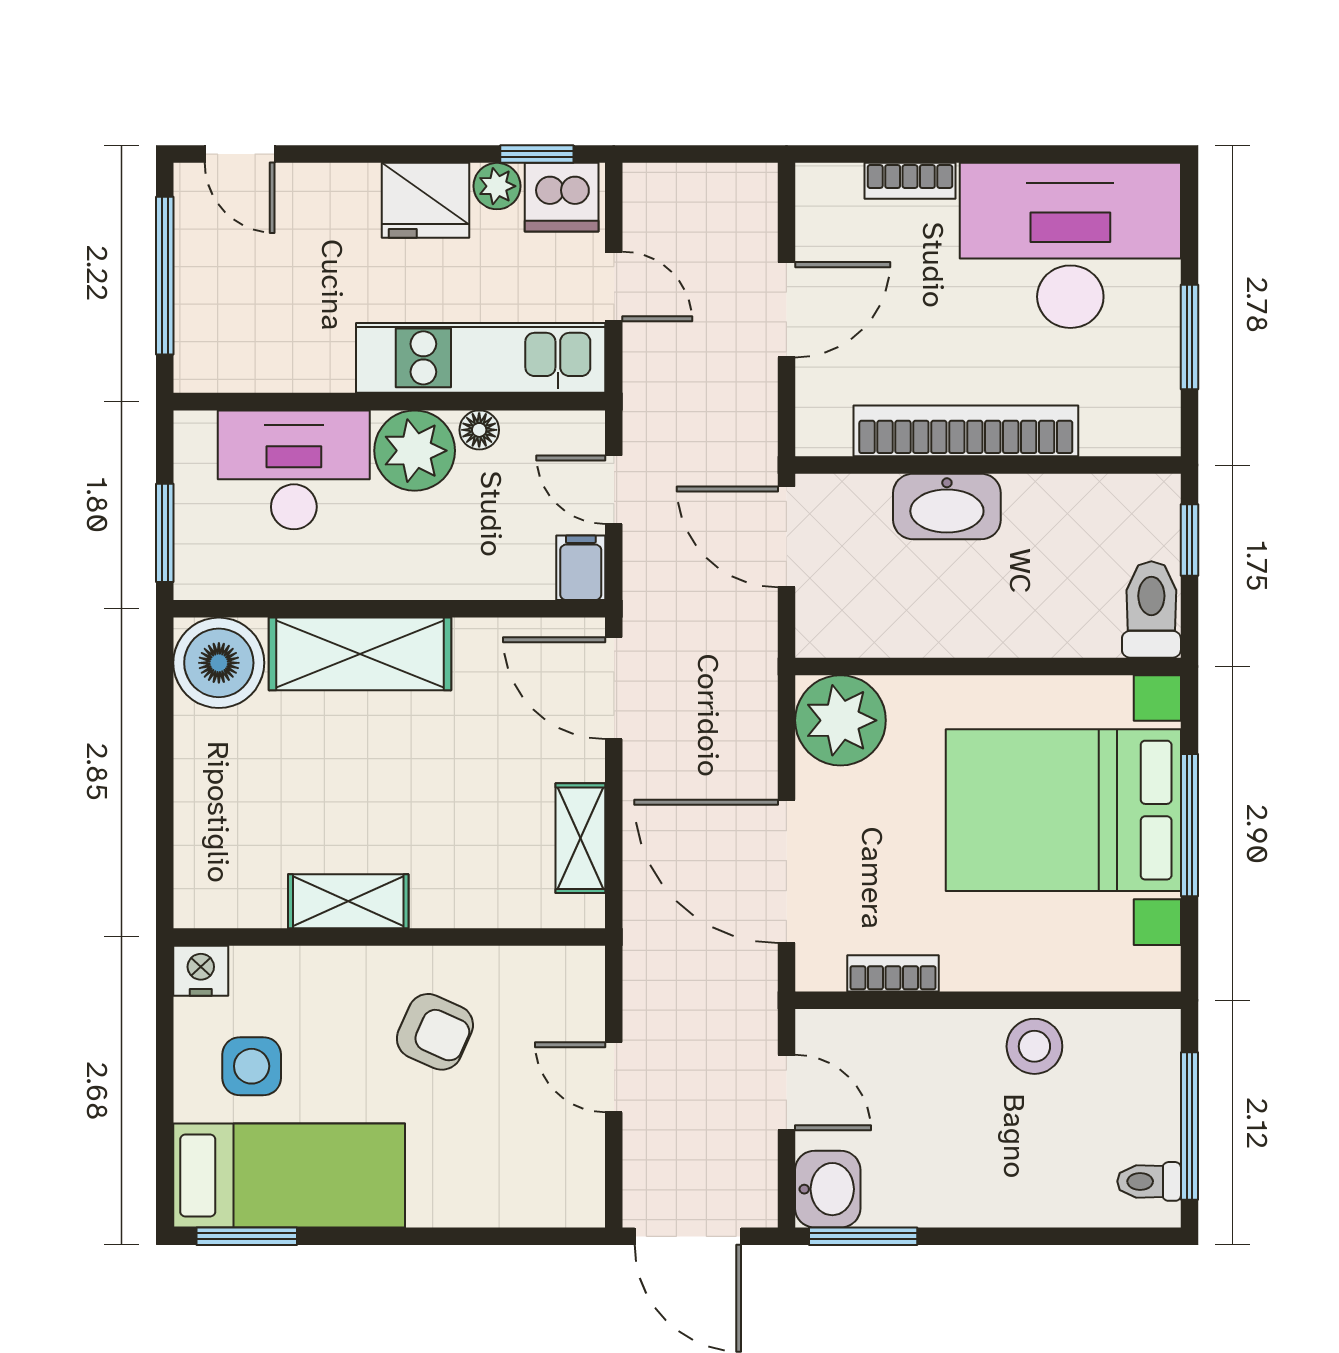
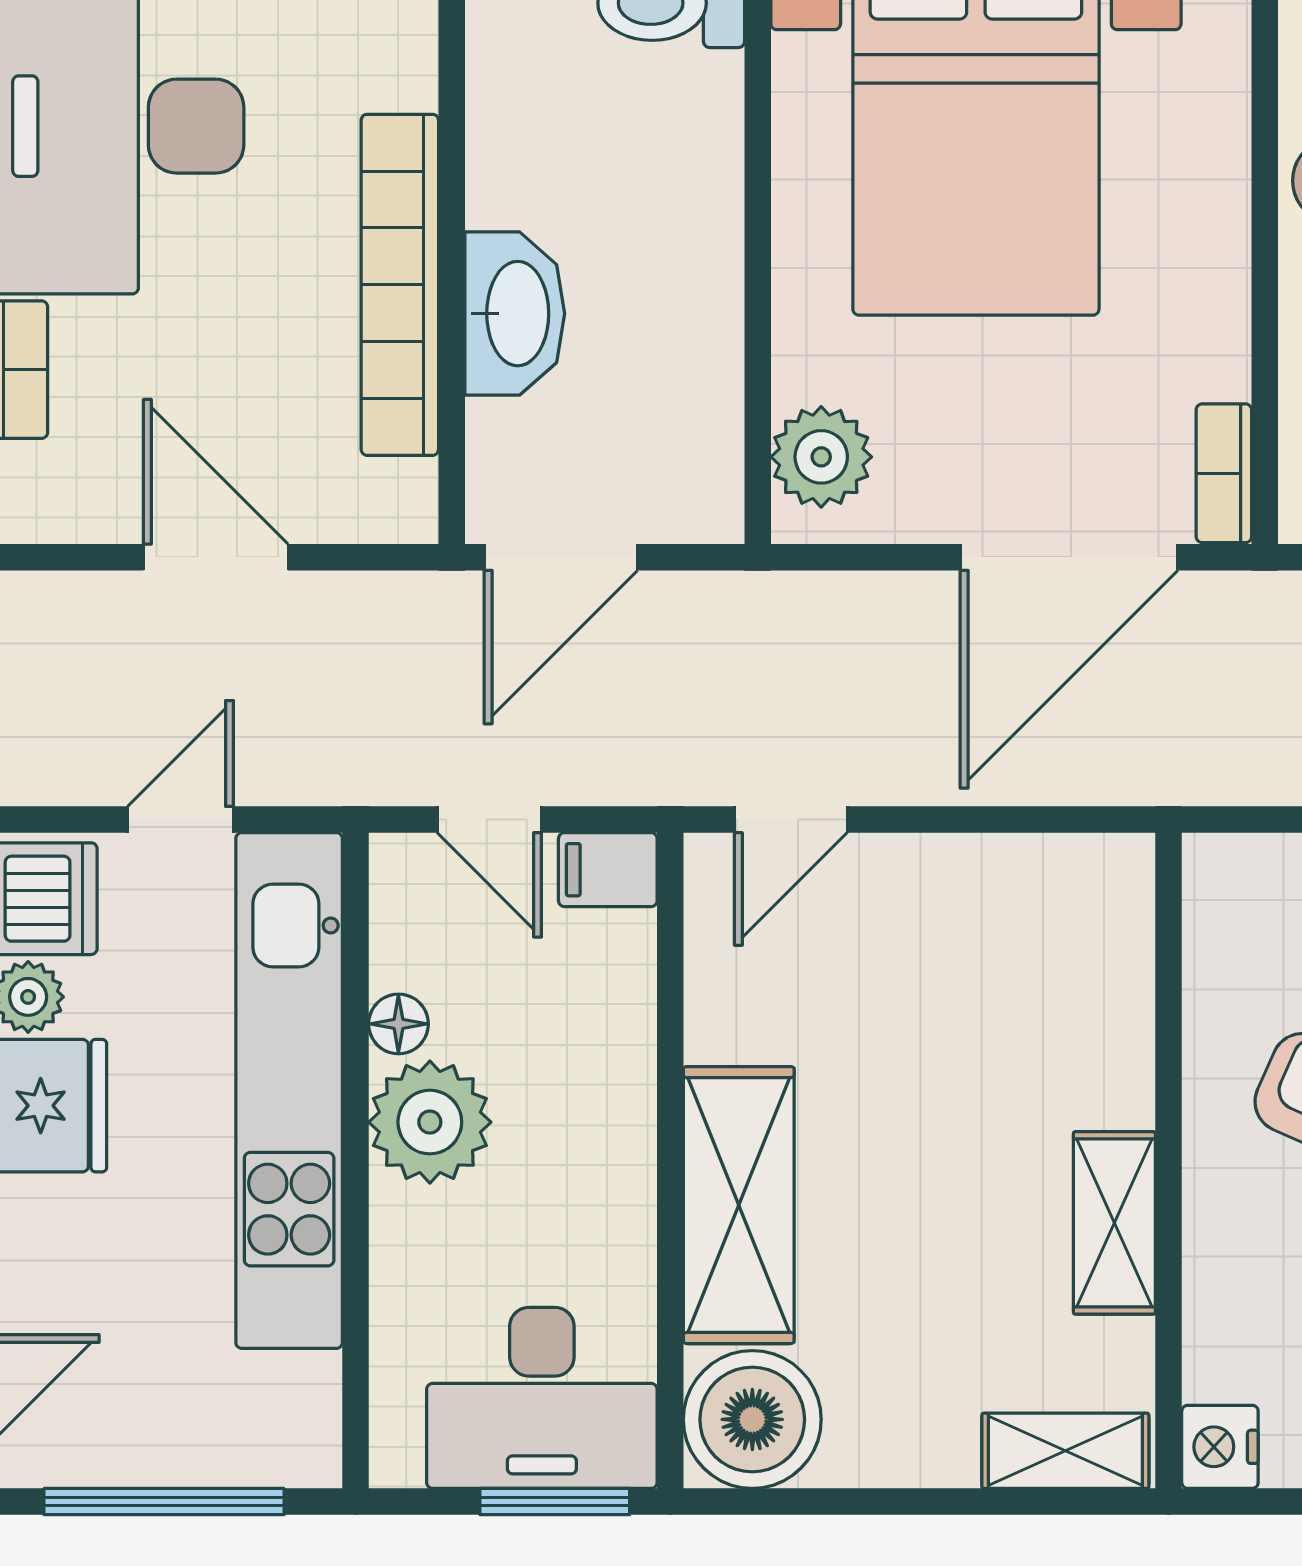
kitchen unit: (481, 358) -> (289, 1091), width x1.36
desk: (294, 470) -> (542, 1398), moved, turned -90
door: (614, 490) -> (489, 820), hinge flipped
door: (614, 688) -> (791, 820), width x0.73
plant: (840, 720) -> (821, 457), width x0.73, depth x0.73
shelving: (580, 838) -> (1065, 1451), moved
bookcase: (893, 973) -> (1224, 473), moved

